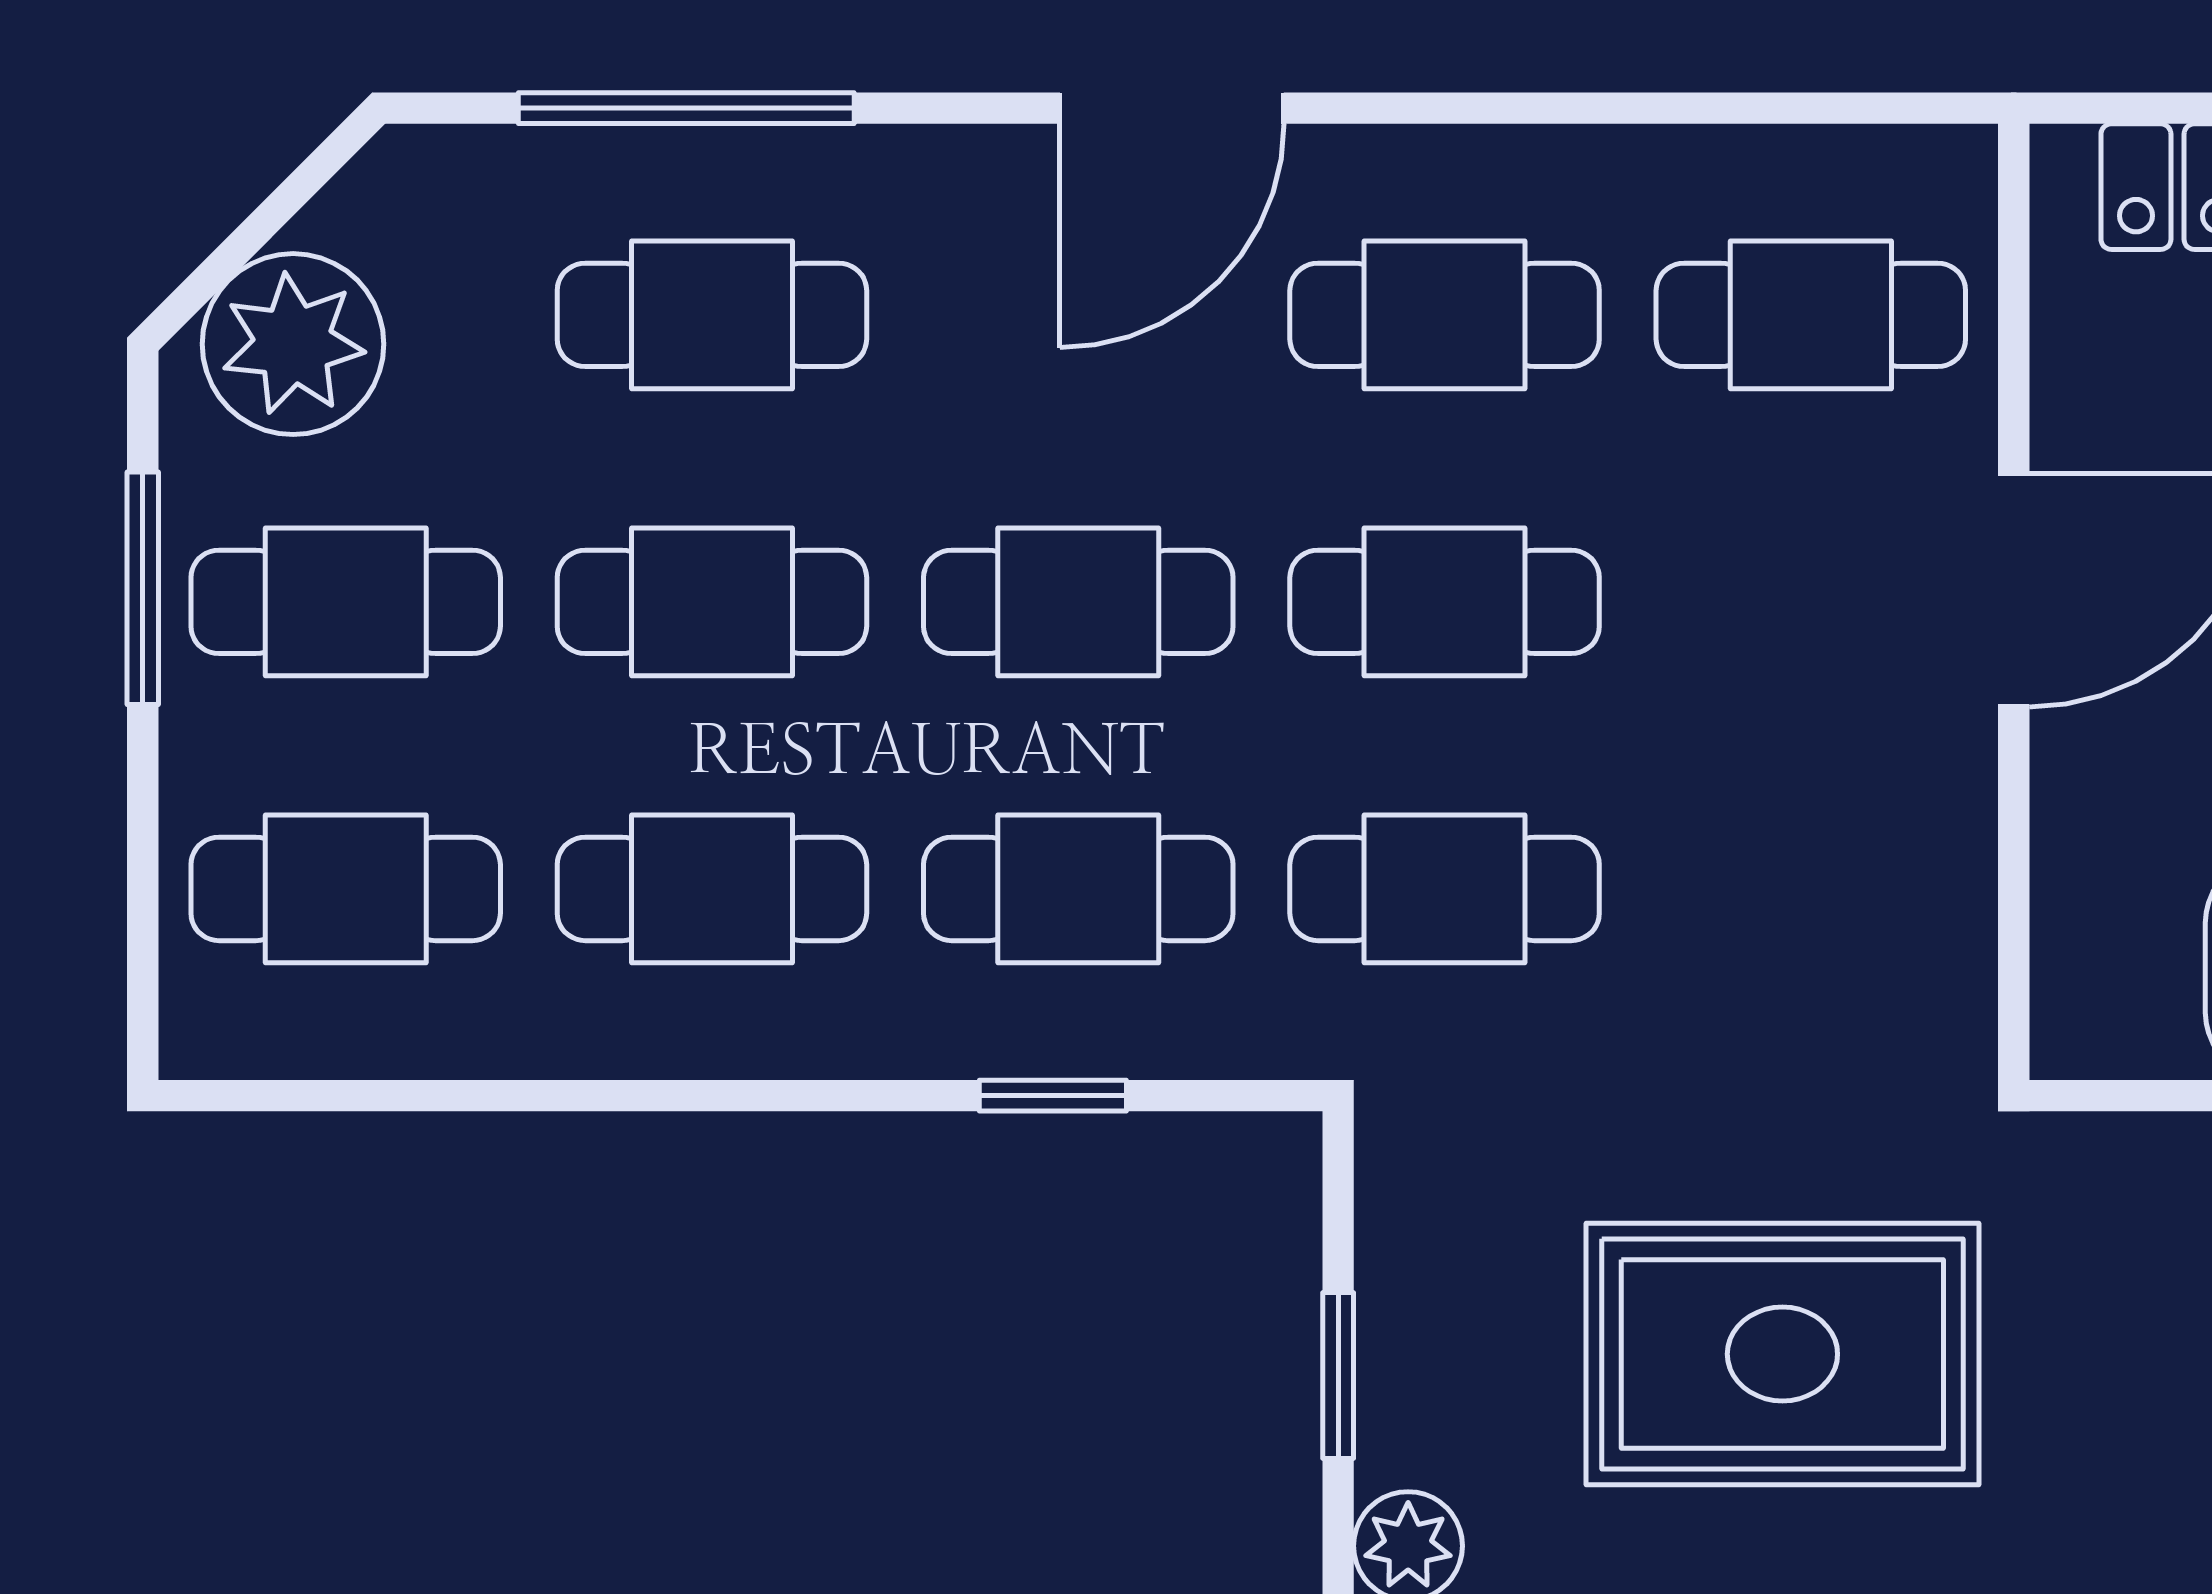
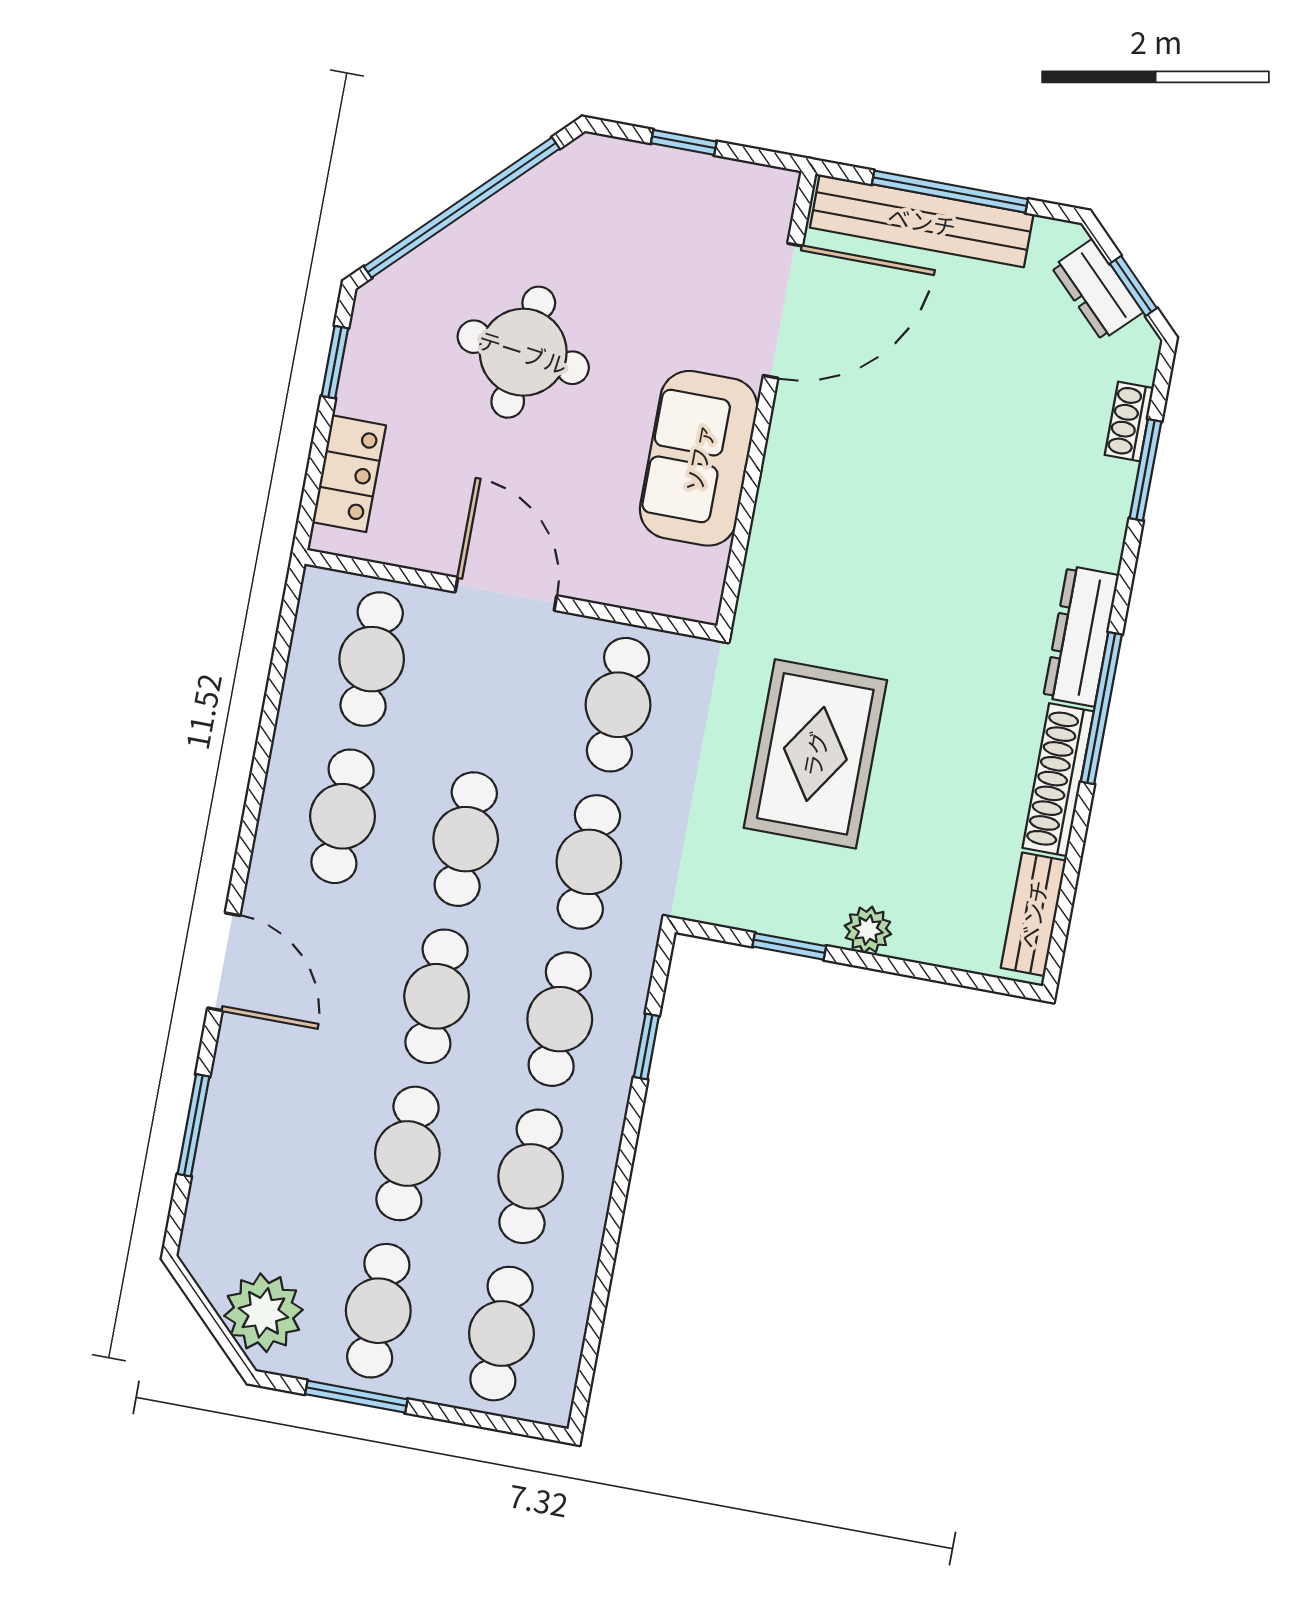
window: (686, 108) -> (193, 1125), width x0.69
door: (1172, 108) -> (224, 962), moved
cafe table: (712, 315) -> (618, 705), moved

